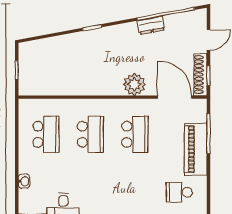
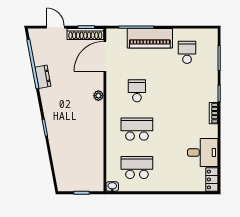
plant: (134, 84) -> (98, 96), width x0.53, depth x0.53
school desk: (135, 134) -> (137, 91), width x0.54
washbasin: (24, 181) -> (112, 186), moved
school desk: (179, 192) -> (187, 52), turned 180

